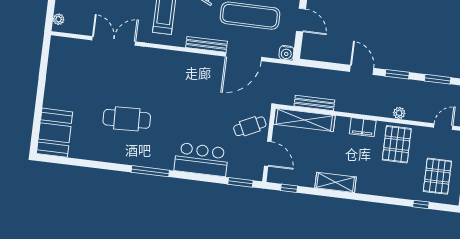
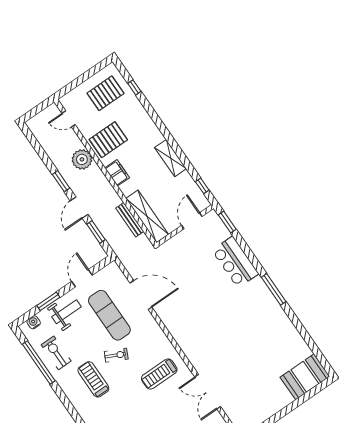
bench: (206, 44) -> (155, 327), removed
water cooler: (286, 53) -> (113, 269), removed
window: (438, 79) -> (96, 232), moved
plant: (399, 113) -> (82, 159), width x1.88, depth x1.88
cafe table: (127, 119) -> (253, 336), removed
cafe table: (250, 126) -> (184, 249), removed

